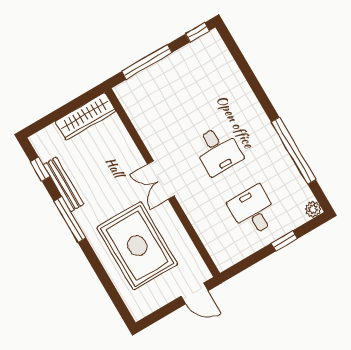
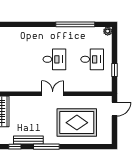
double door: (161, 180) -> (53, 94), swing flipped
desk: (253, 211) -> (92, 59), turned 180
window: (284, 241) -> (115, 70), moved

